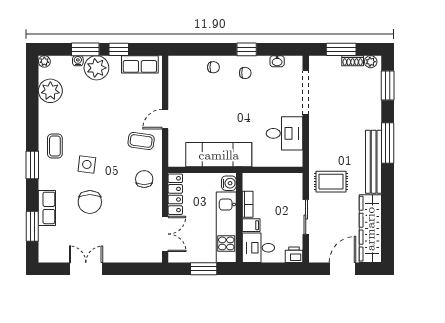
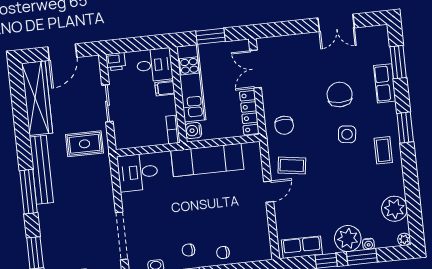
desk: (285, 133) -> (138, 172), moved
bookcase: (248, 204) -> (173, 129), moved

